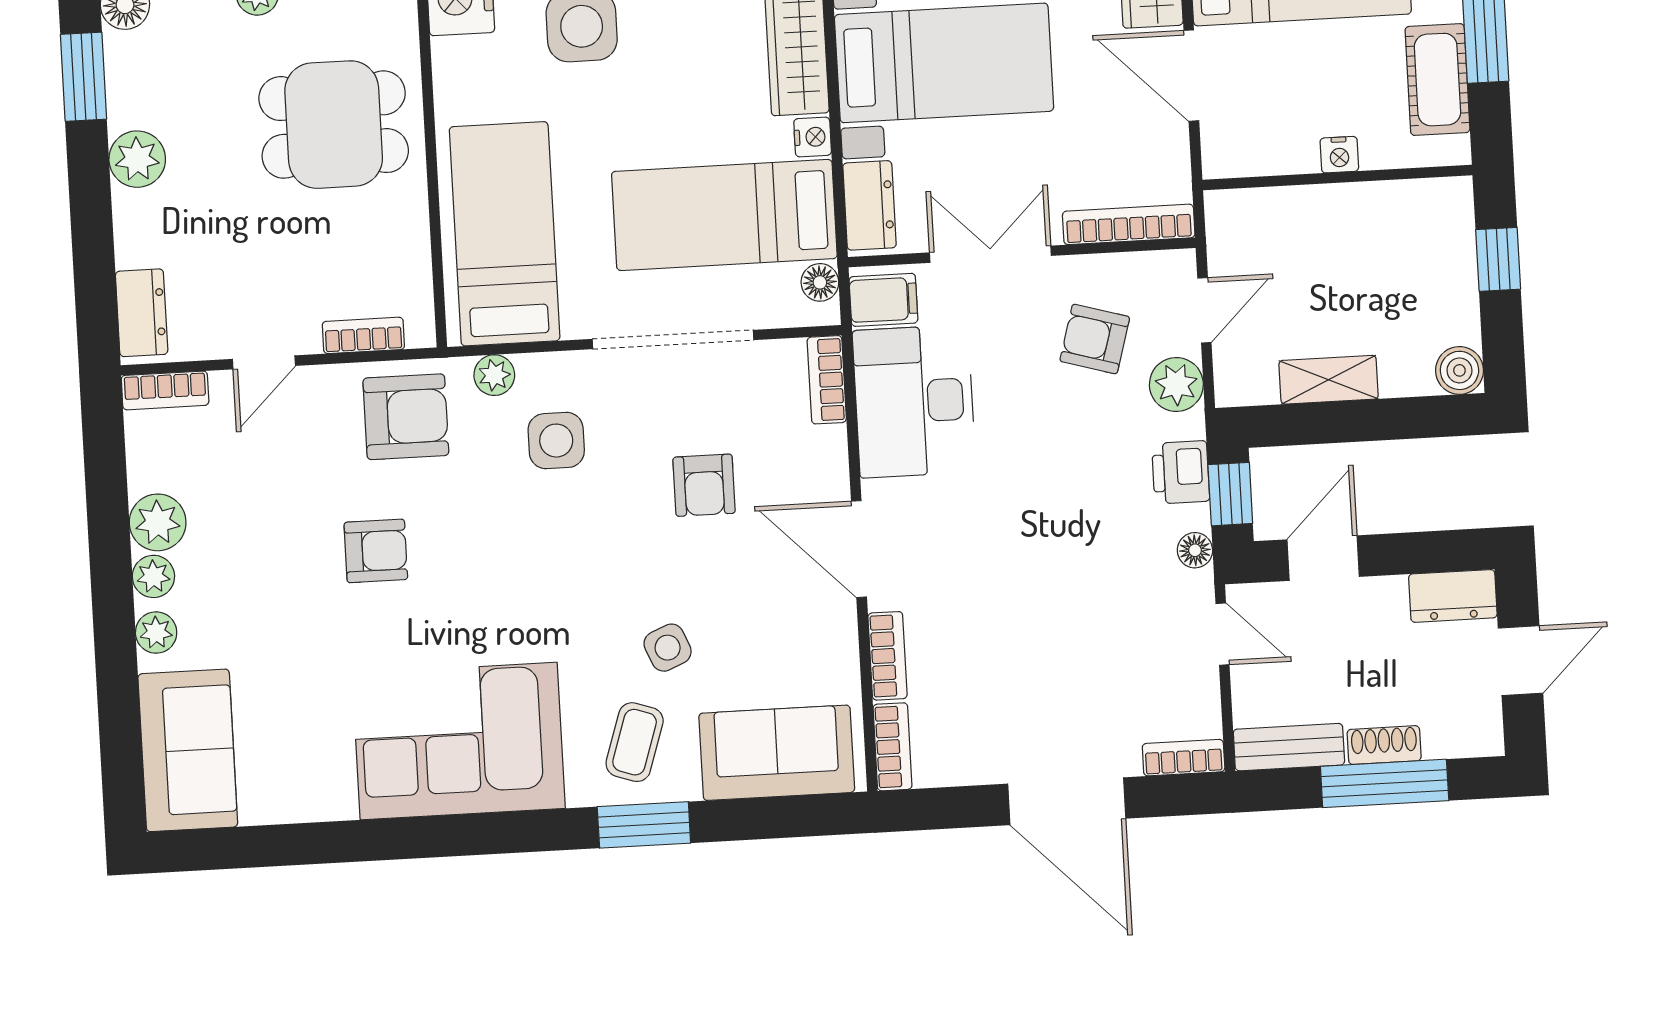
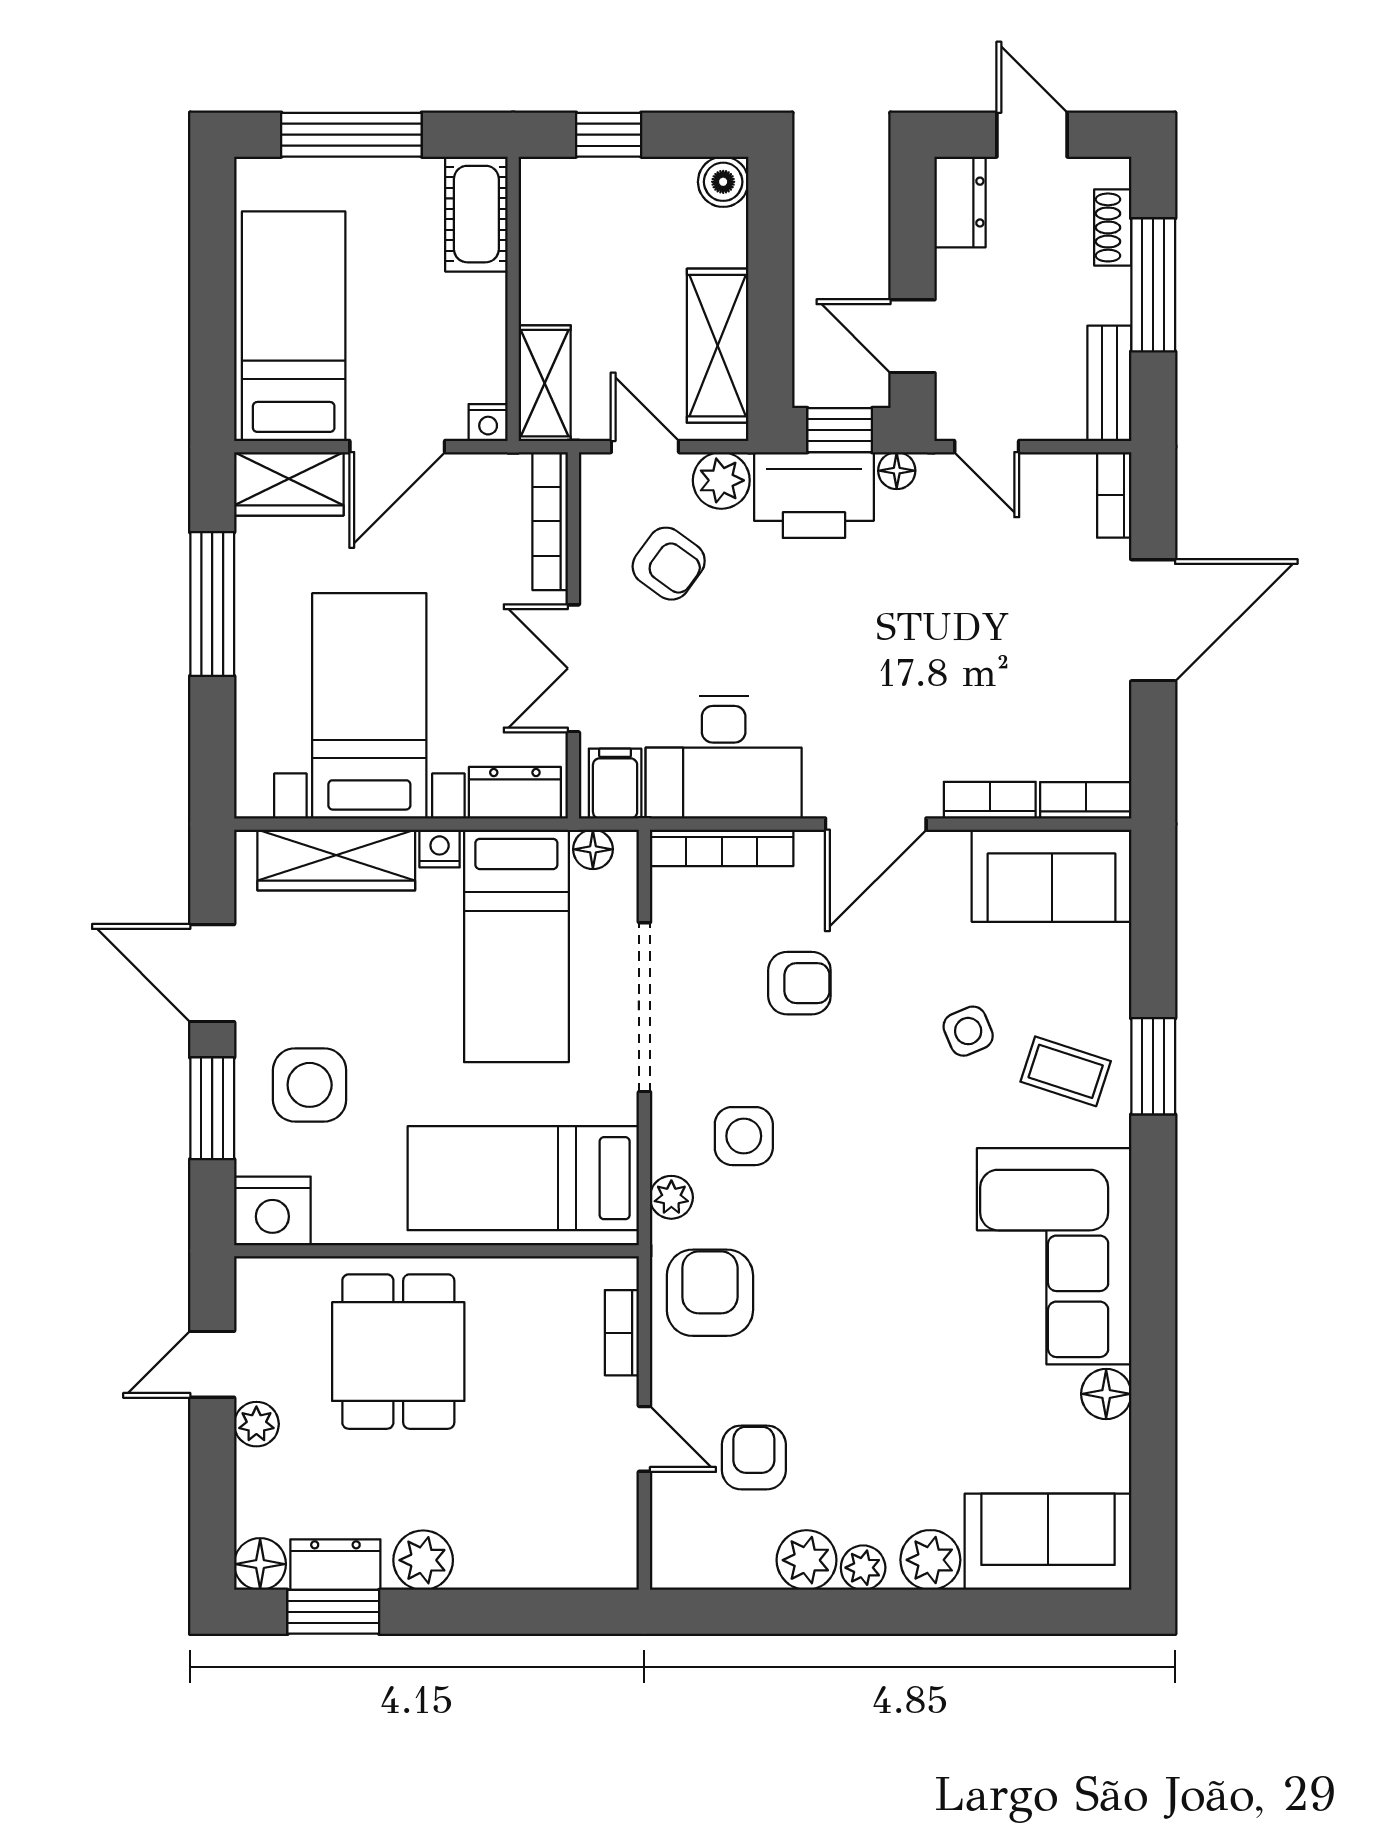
cot: (1437, 80) -> (476, 214), moved, turned 90
nightstand: (1339, 155) -> (488, 423), moved, turned 90
shelving: (1259, 212) -> (545, 383), added
dresser: (142, 313) -> (335, 1565), moved
armchair: (1095, 339) -> (669, 564), turned -70
bookcase: (827, 380) -> (722, 848), width x1.56
shelving: (1329, 380) -> (718, 346), width x1.50, depth x1.33
bookcase: (165, 390) -> (668, 1545), removed
printer: (1181, 472) -> (814, 495), width x1.87, depth x1.48
armchair: (376, 551) -> (754, 1457), moved
plant: (156, 633) -> (930, 1560), width x1.38, depth x1.38
door: (1223, 634) -> (987, 447), swing flipped
shoe rack: (1384, 745) -> (1113, 227), moved
sofa: (777, 753) -> (1052, 876), moved, turned -90
floor lamp: (331, 798) -> (1106, 1394), added

